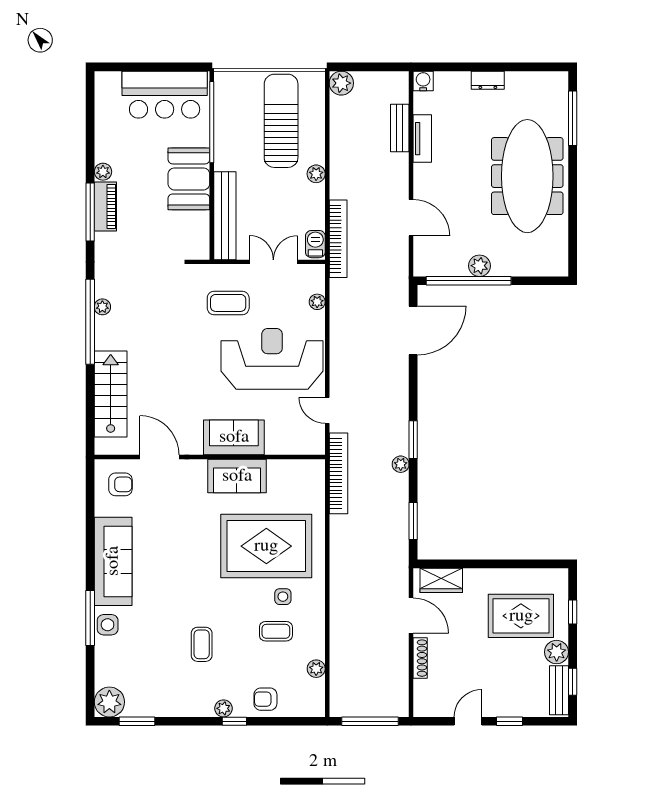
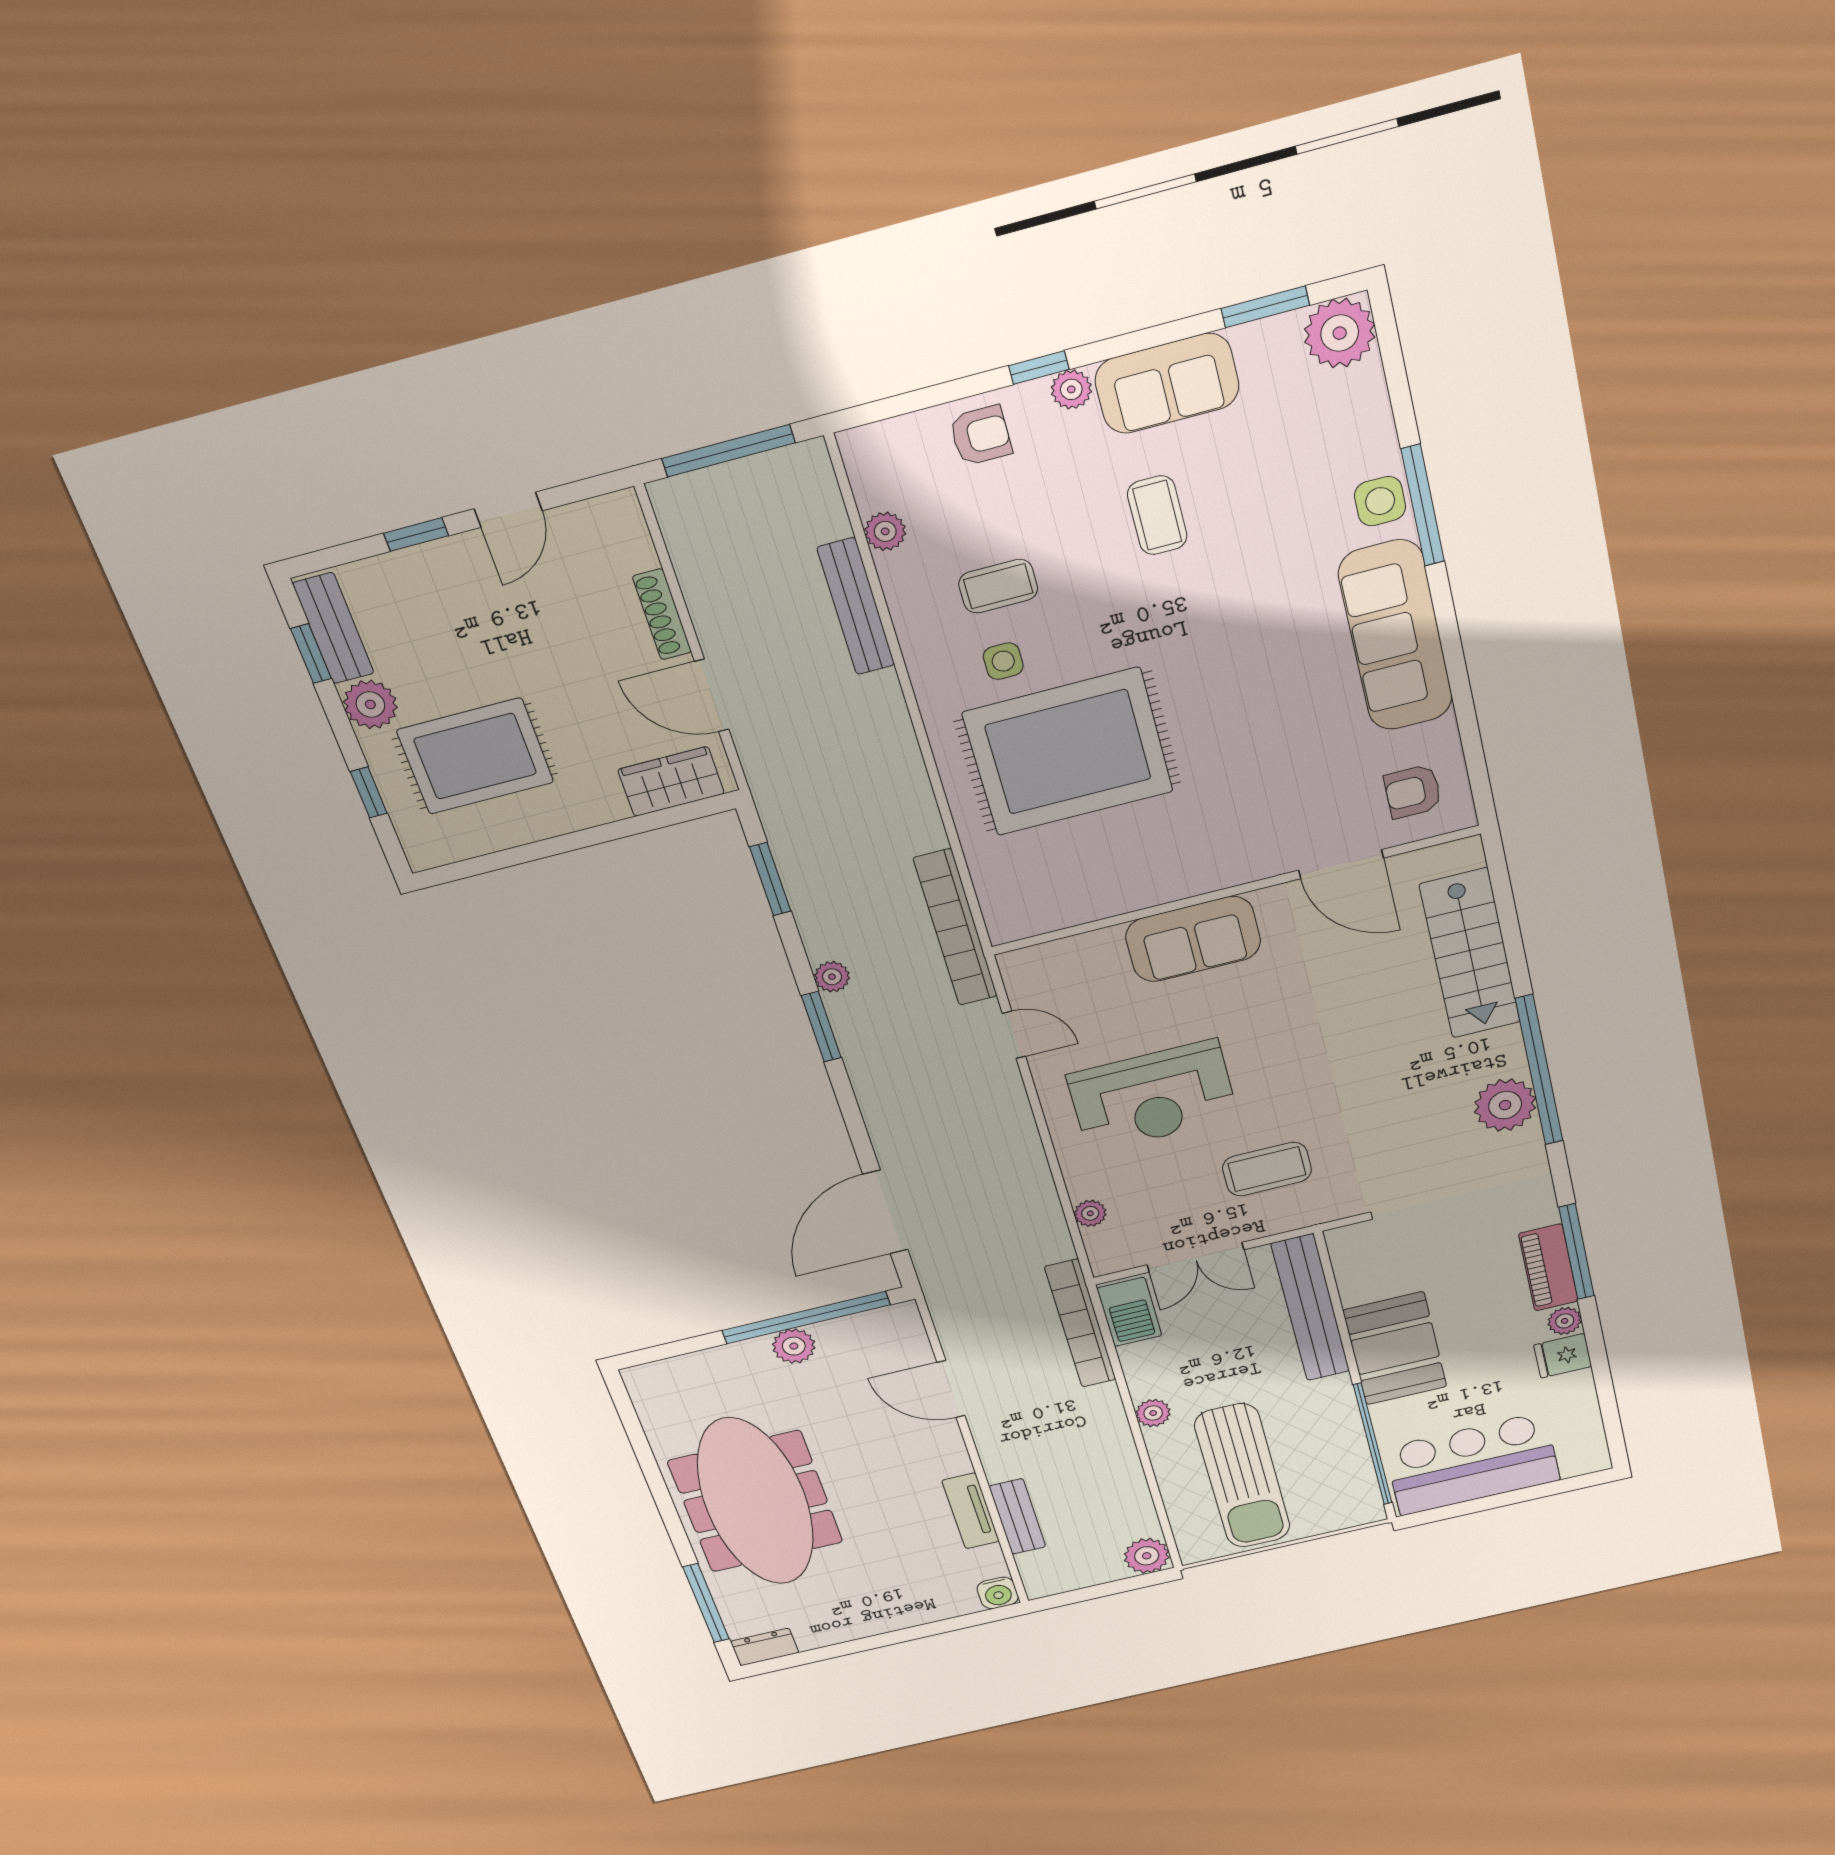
dresser: (488, 80) -> (765, 1647), moved
fridge: (108, 150) -> (1563, 1356), added
barbecue: (315, 244) -> (1129, 1312), width x1.38, depth x1.27
plant: (102, 307) -> (1505, 1105), width x1.88, depth x1.88
reception desk: (272, 359) -> (1153, 1096), width x0.74, depth x0.77
sofa: (237, 476) -> (1167, 383), moved, turned 180
bench: (338, 639) -> (856, 607), added

